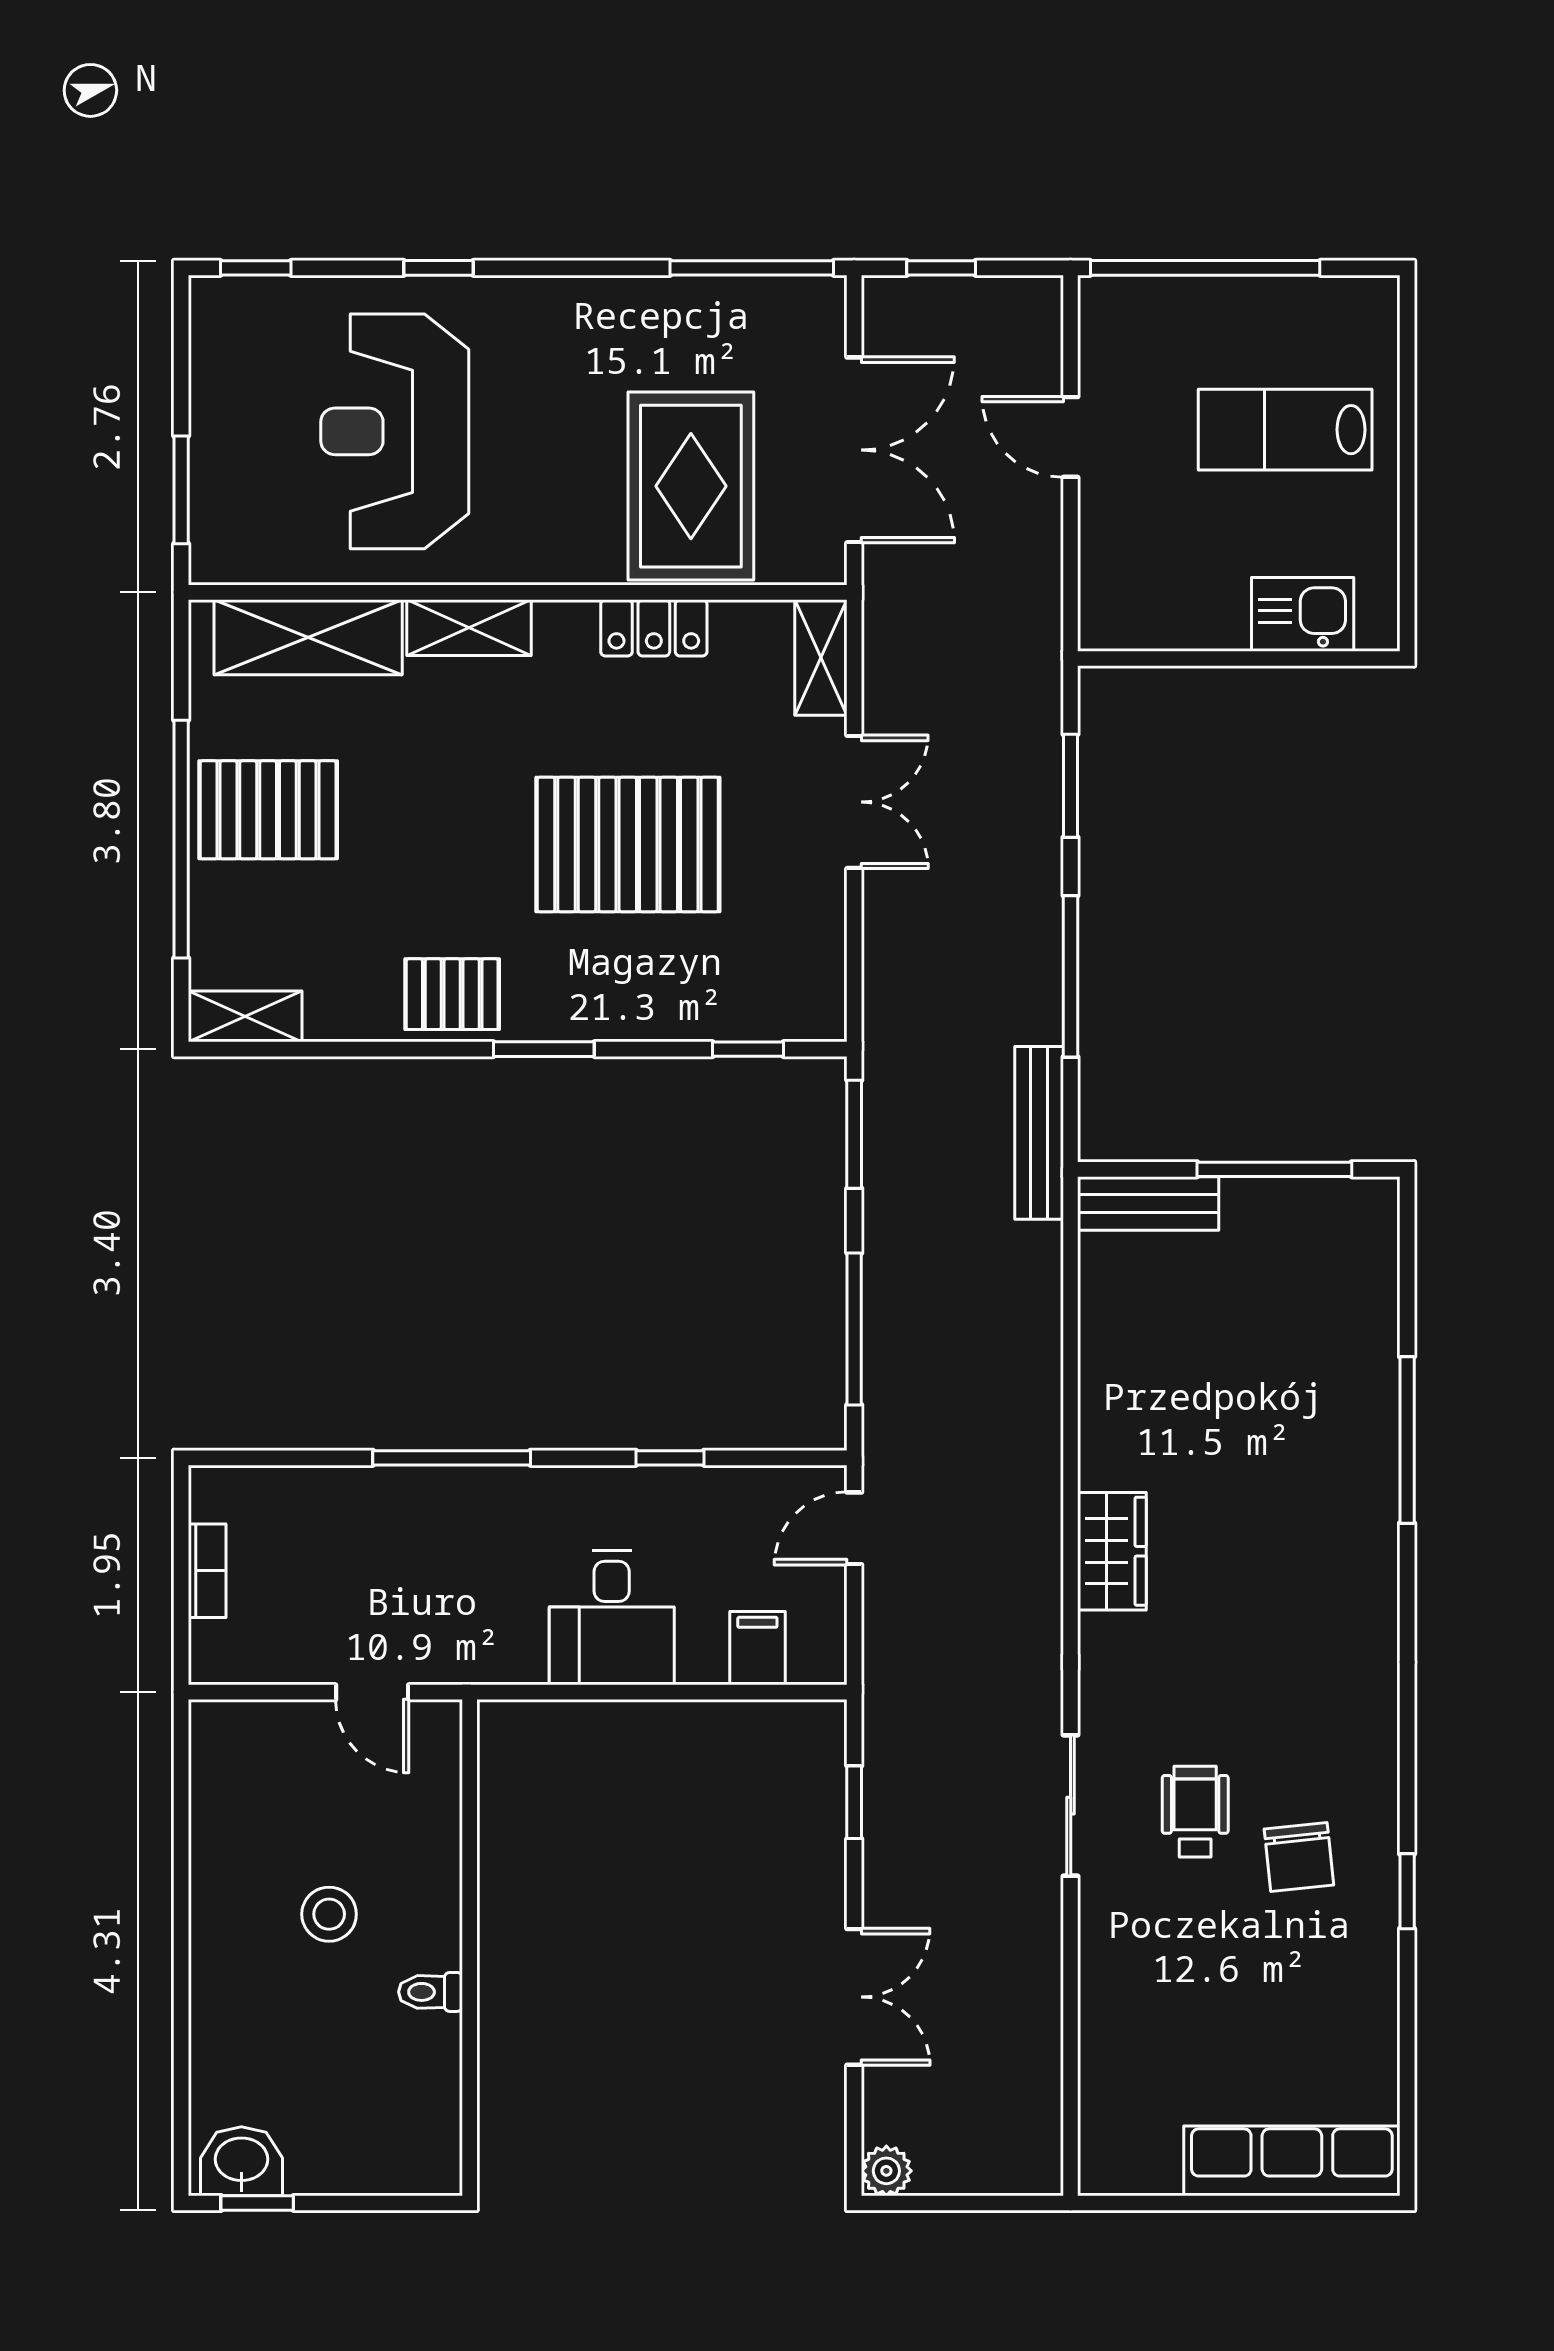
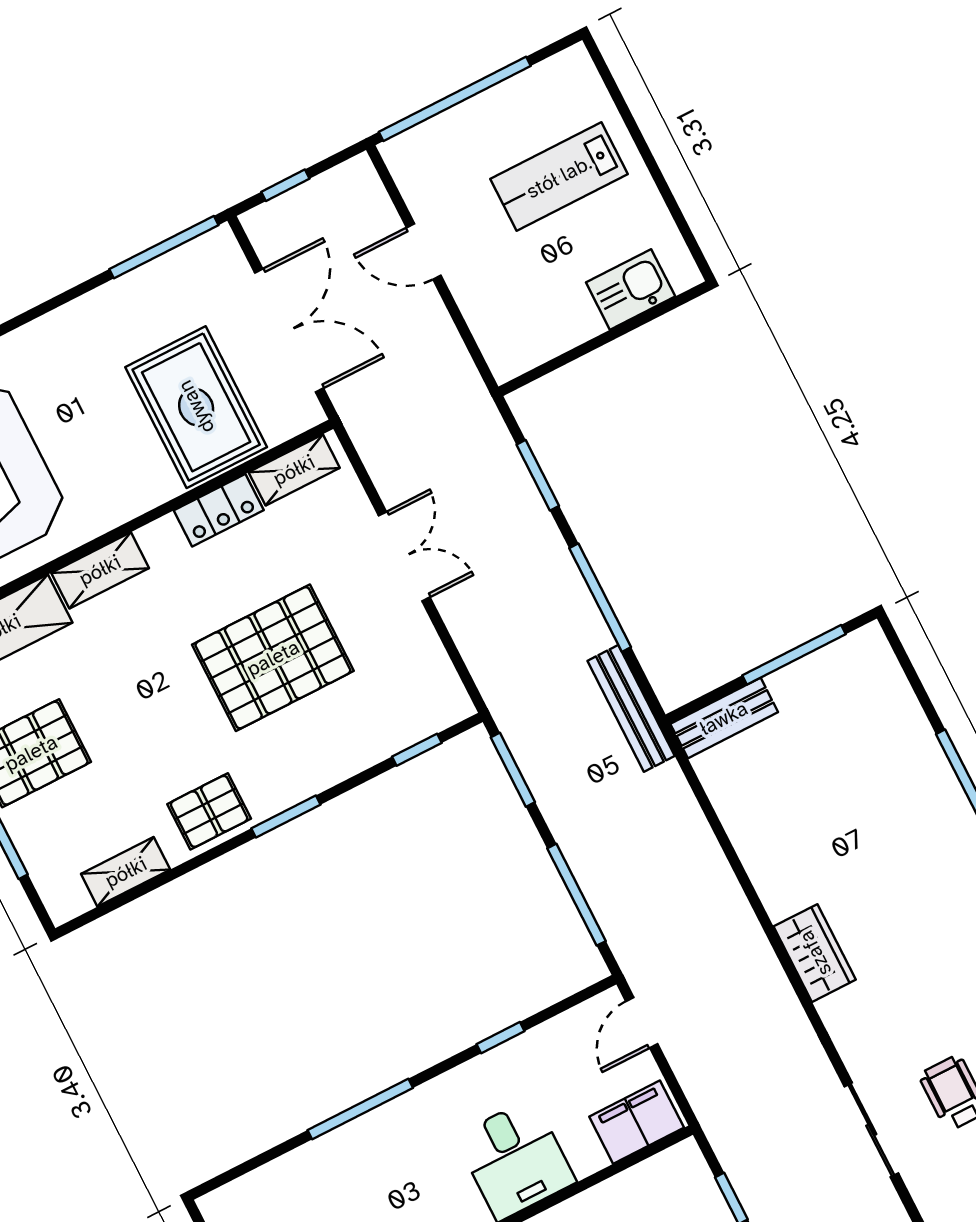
shelving: (821, 658) -> (294, 470), moved, turned 90
shelving: (245, 1016) -> (126, 872), moved
filing cabinet: (757, 1648) -> (637, 1122), width x2.00

